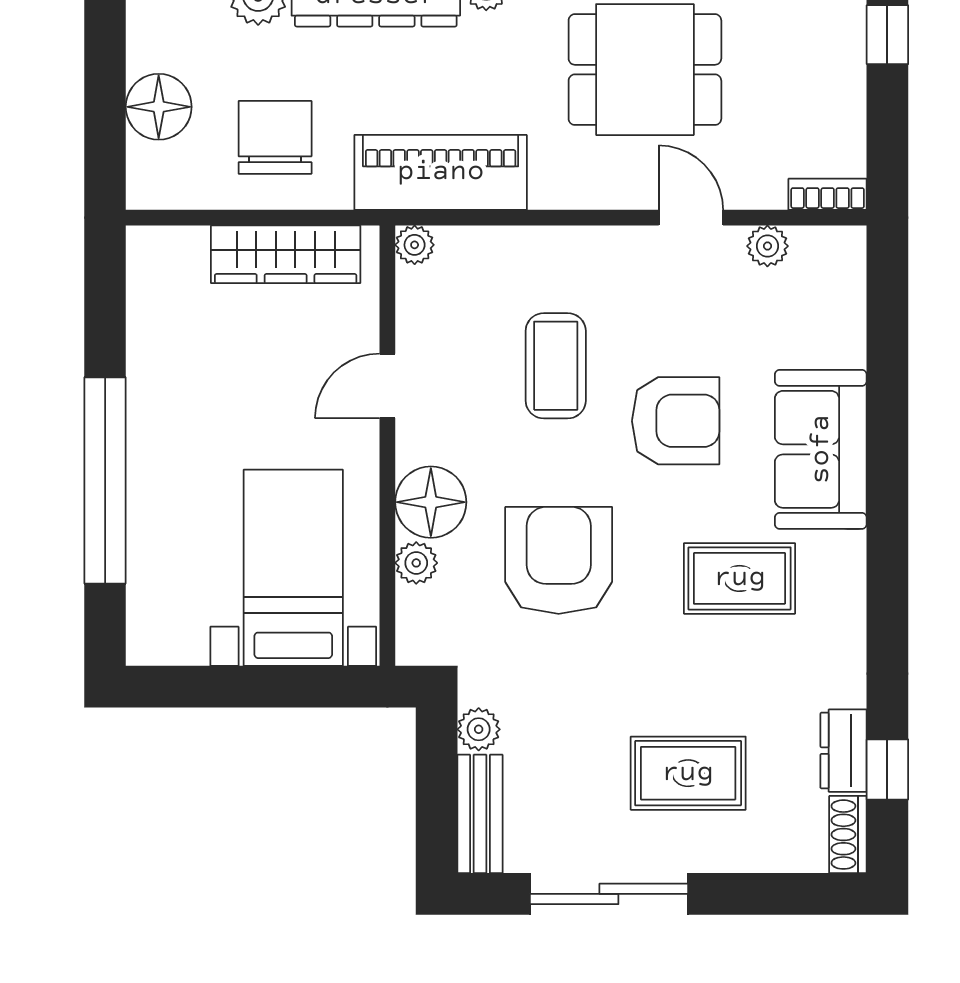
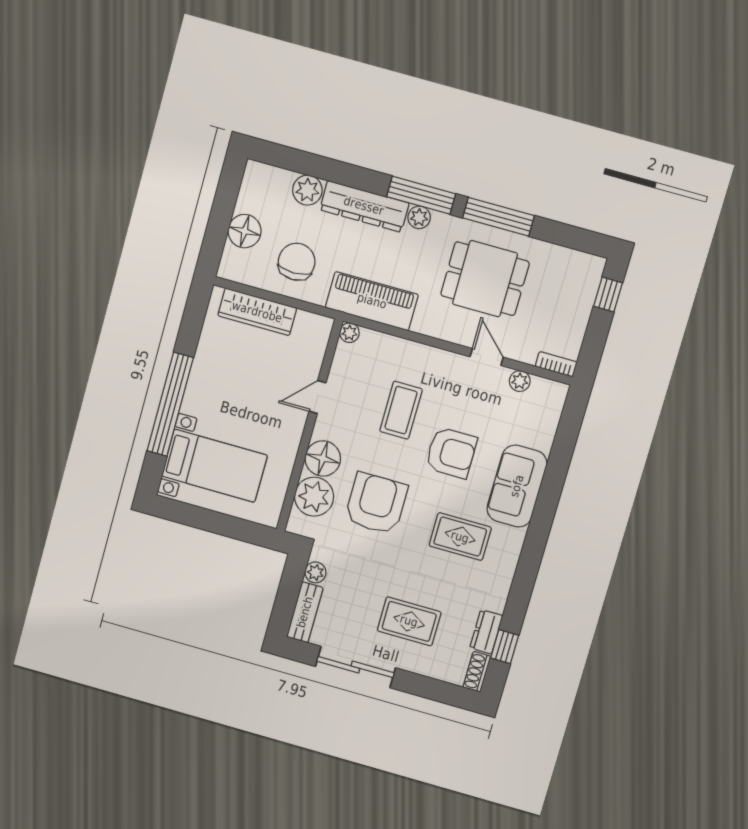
wardrobe: (286, 254) -> (257, 312), moved
plant: (416, 563) -> (314, 497), width x1.87, depth x1.87
bed with nightstands: (293, 568) -> (214, 466), moved, turned 90

